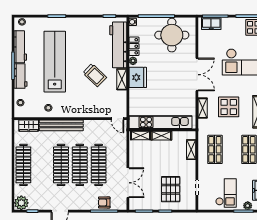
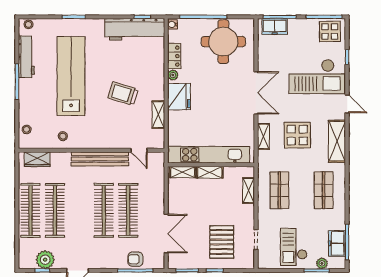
workbench: (118, 45) -> (135, 29), moved, turned -90
trolley: (95, 75) -> (123, 94), turned 153
workbench: (21, 76) -> (27, 95), removed
shelving: (122, 79) -> (158, 115), moved
door: (117, 119) -> (139, 150), moved
bench: (61, 125) -> (100, 159), moved
clothes rail: (61, 165) -> (55, 210), moved
checkout: (226, 193) -> (294, 247), turned 180
plant: (21, 203) -> (45, 260), moved

